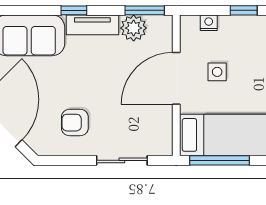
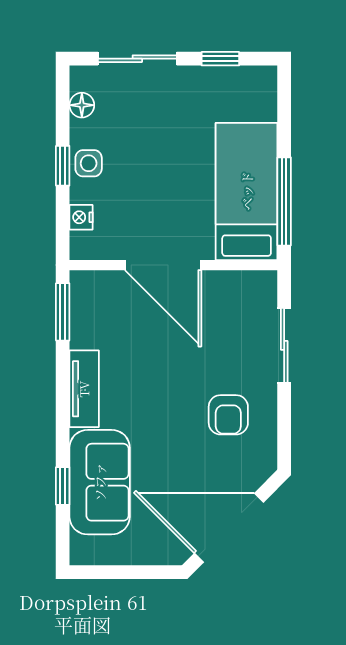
window: (74, 10) -> (63, 486), moved
plant: (134, 28) -> (89, 328), removed
side table: (217, 72) -> (89, 163), moved

